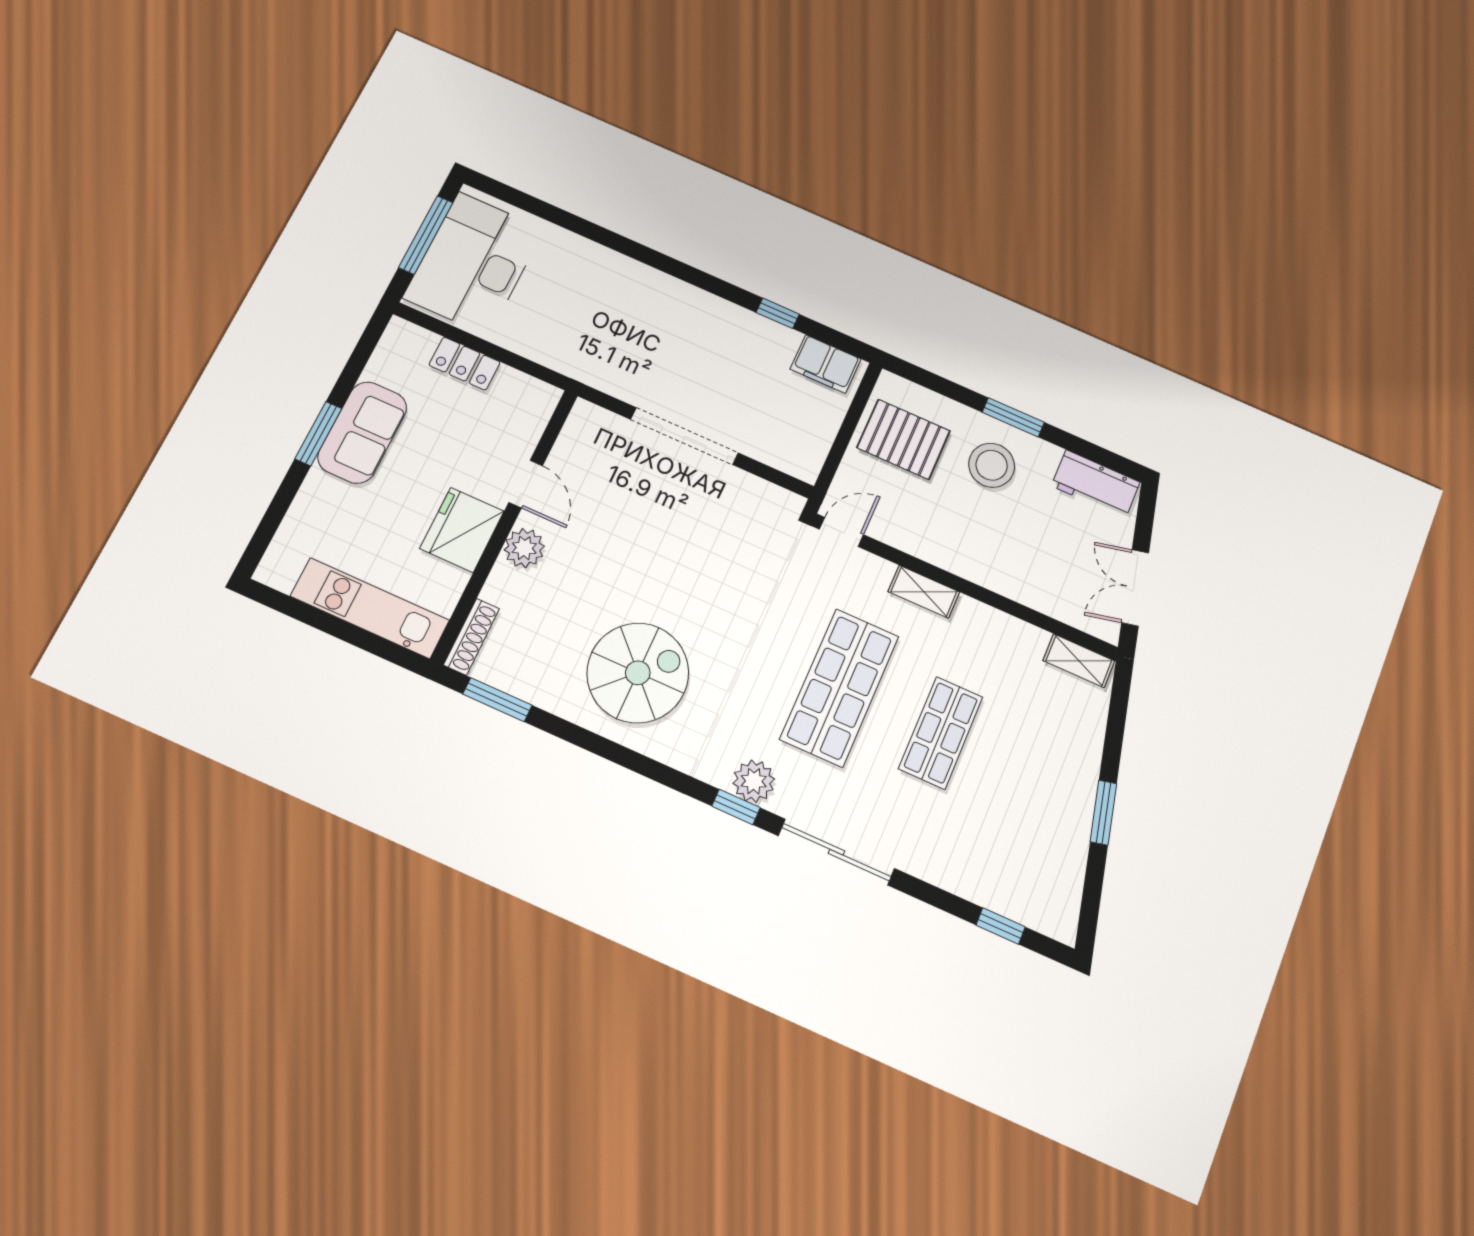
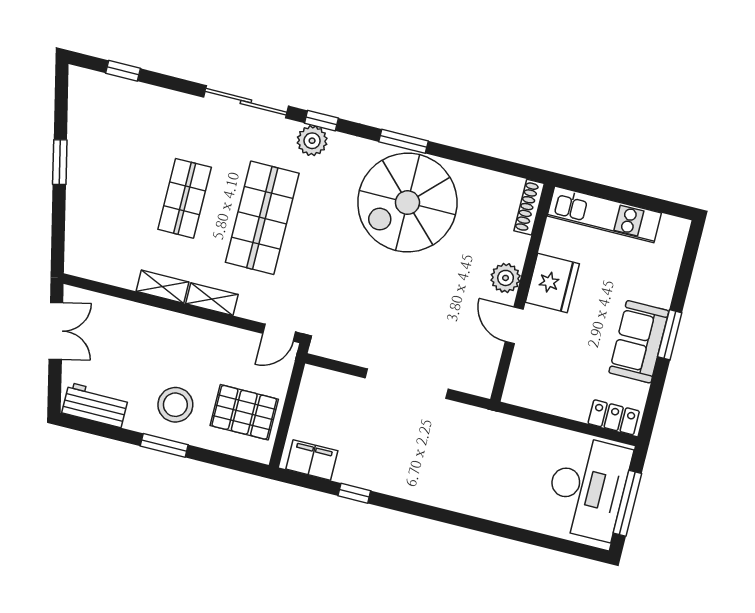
locker: (465, 364) -> (614, 417), moved
shelving: (1079, 661) -> (163, 287), moved
spiral stairs: (638, 673) -> (407, 203), width x1.37, depth x1.37
window: (497, 700) -> (403, 141), moved

